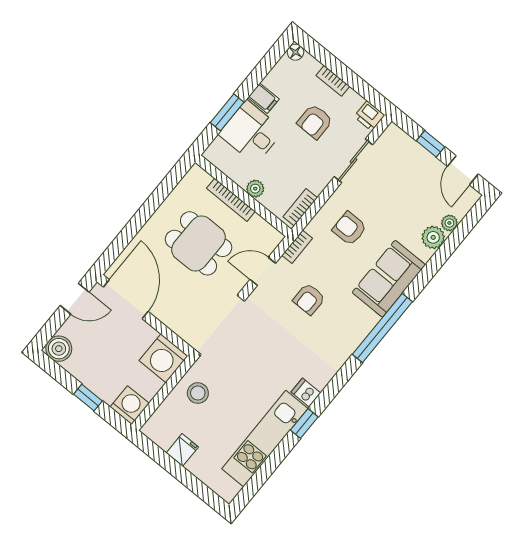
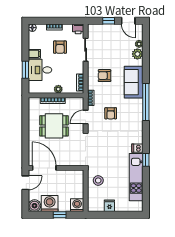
washing machine: (163, 358) -> (50, 204), moved, turned 180

